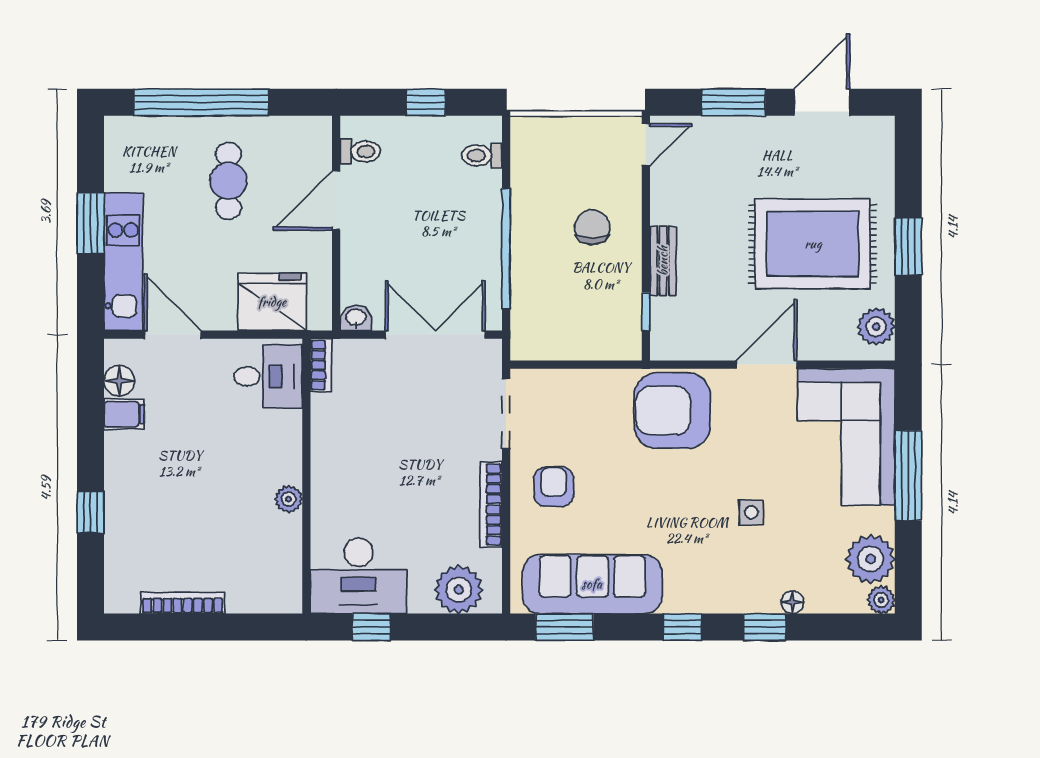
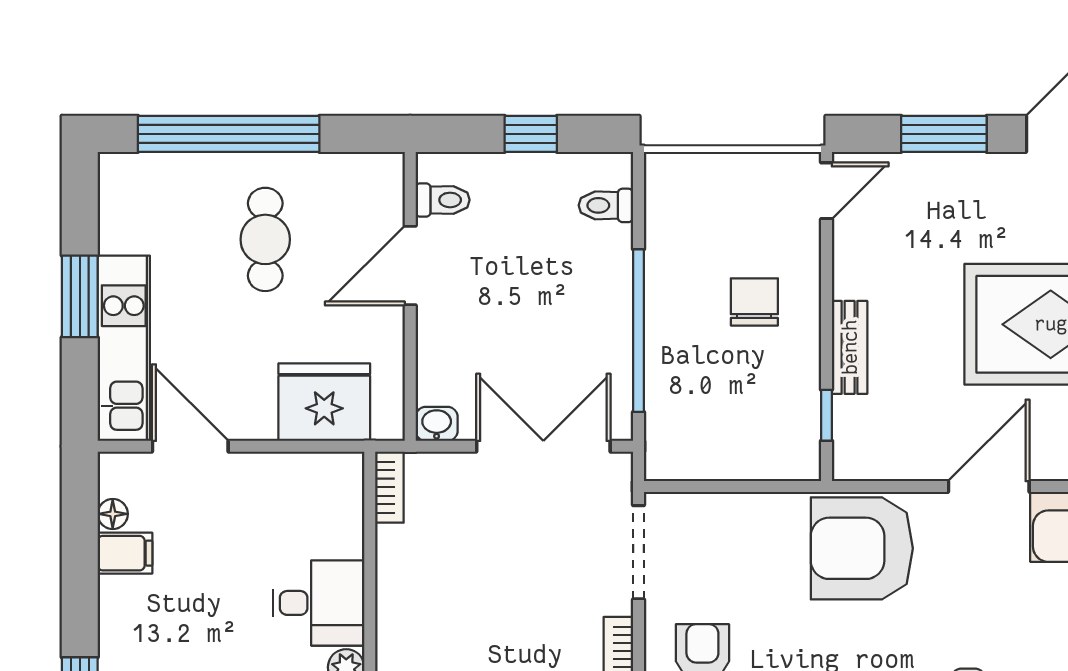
desk: (268, 376) -> (318, 603), moved
floor lamp: (119, 381) -> (113, 514), width x0.73, depth x0.73

